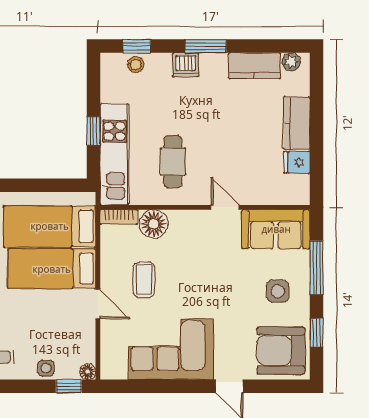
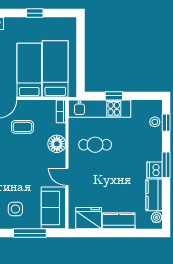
dishwasher: (186, 65) -> (155, 170), moved
fridge: (297, 162) -> (89, 218), width x1.88, depth x1.34
door: (225, 207) -> (67, 177), swing flipped
floor lamp: (154, 224) -> (57, 144), moved

